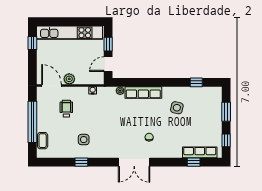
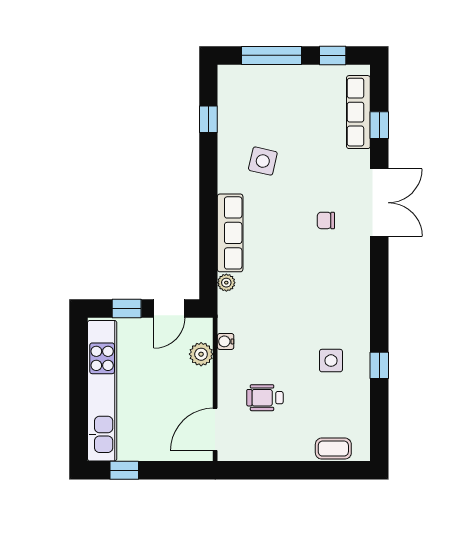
door: (108, 64) -> (169, 308), hinge flipped
plant: (69, 79) -> (201, 354), moved
window: (226, 112) -> (272, 55), width x1.44
window: (32, 122) -> (293, 470), removed
double door: (134, 162) -> (379, 203), moved

